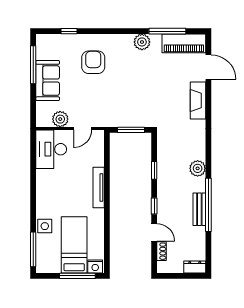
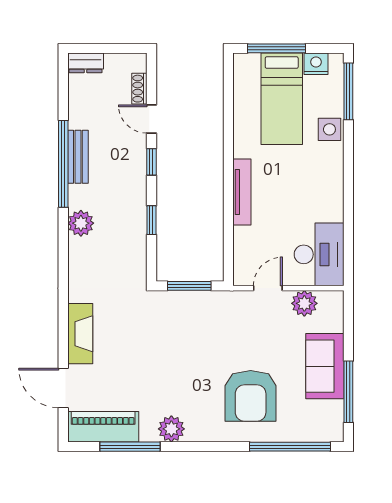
window: (69, 31) -> (290, 447), width x3.17
armchair: (93, 62) -> (251, 396), width x1.36, depth x1.36
nightstand: (95, 266) -> (316, 64), moved

